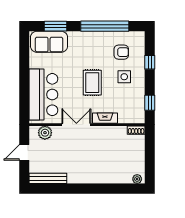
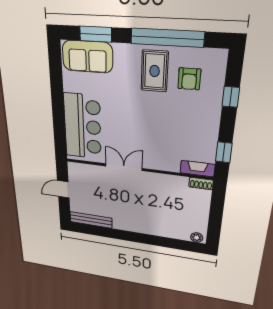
armchair: (121, 52) -> (189, 79), turned 90
side table: (124, 77) -> (191, 114), removed
rug: (92, 83) -> (155, 71), moved
fireplace: (105, 118) -> (197, 169), moved
plant: (45, 133) -> (86, 171), removed

